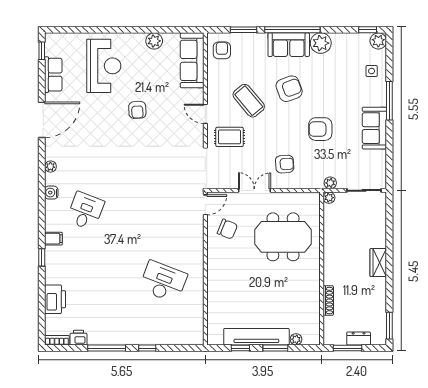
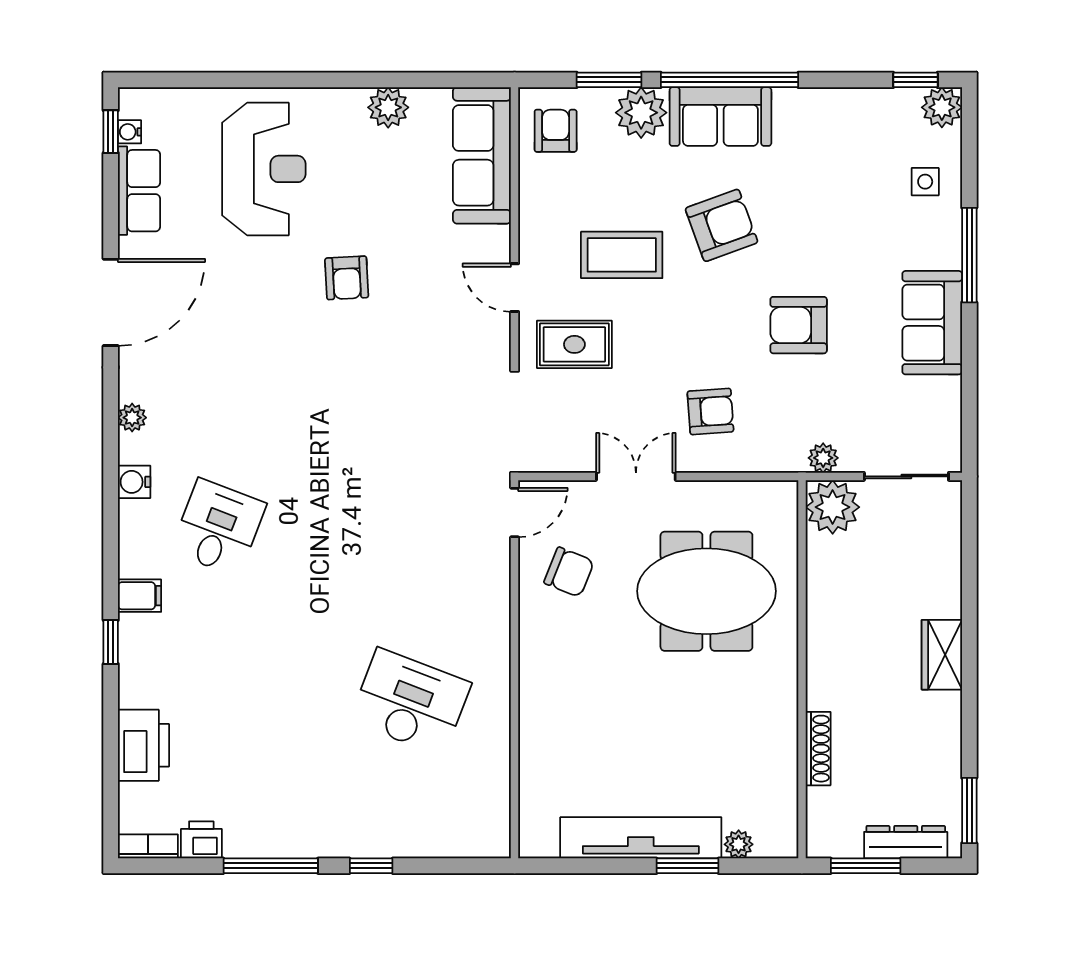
plant: (321, 43) -> (641, 113), moved
water cooler: (49, 51) -> (130, 132), added
coffee table: (249, 101) -> (622, 255), turned -50
plant: (329, 198) -> (833, 507), width x1.87, depth x1.87
dresser: (359, 338) -> (906, 842), width x1.44
window: (240, 348) -> (601, 866), removed

